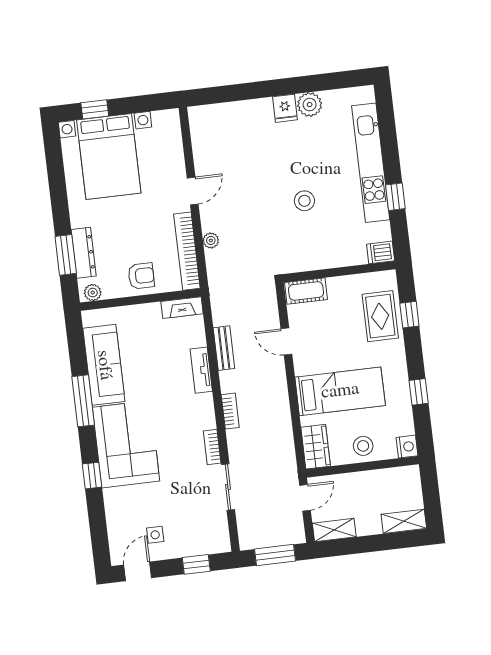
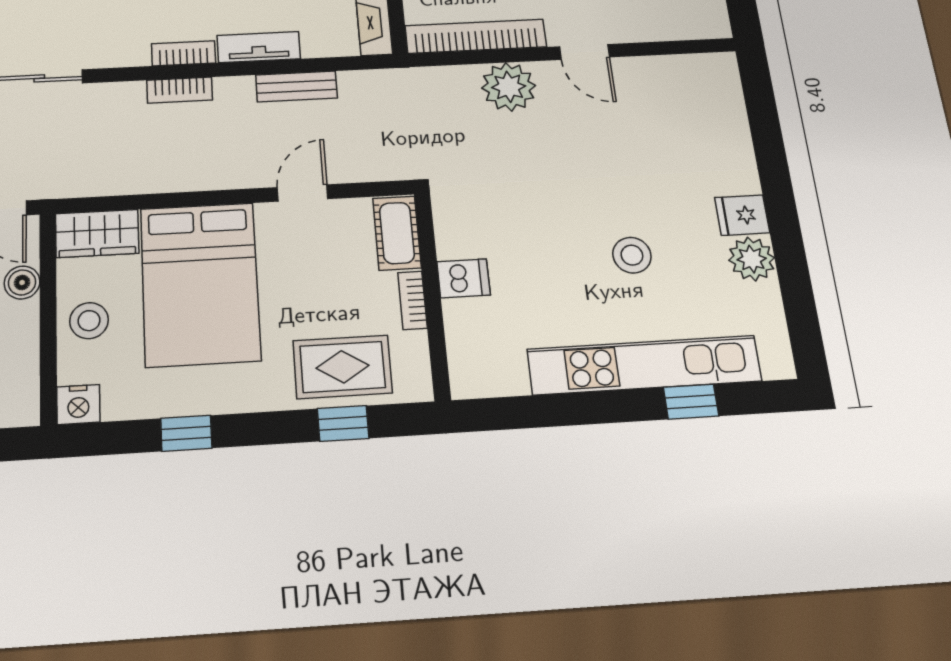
window: (395, 197) -> (691, 402), moved
stool: (304, 201) -> (632, 255), moved
plant: (211, 240) -> (509, 87), width x1.87, depth x1.87
dishwasher: (381, 252) -> (464, 278), moved, turned 90
bookcase: (343, 282) -> (413, 300), added
bed: (340, 391) -> (200, 284), width x1.50
bookcase: (212, 447) -> (183, 53), moved
boiler: (345, 482) -> (22, 282), added

